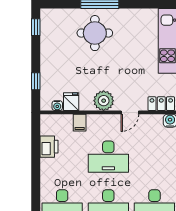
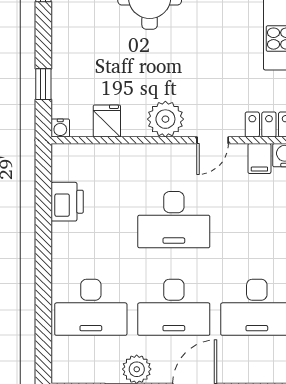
water cooler: (57, 106) -> (60, 128), moved
filing cabinet: (80, 123) -> (259, 158), moved

